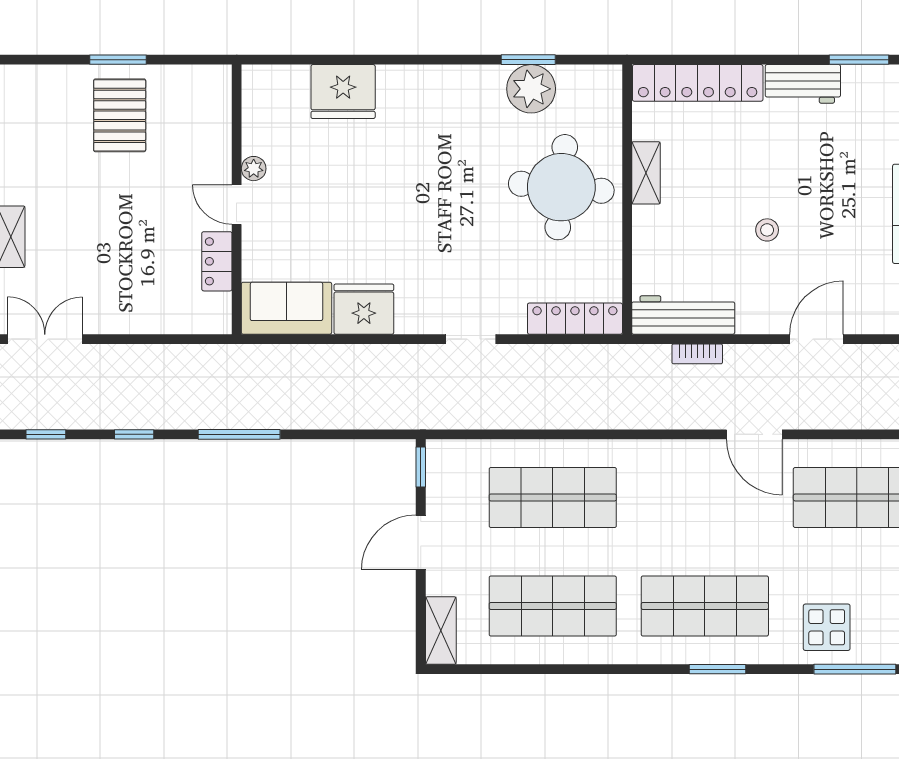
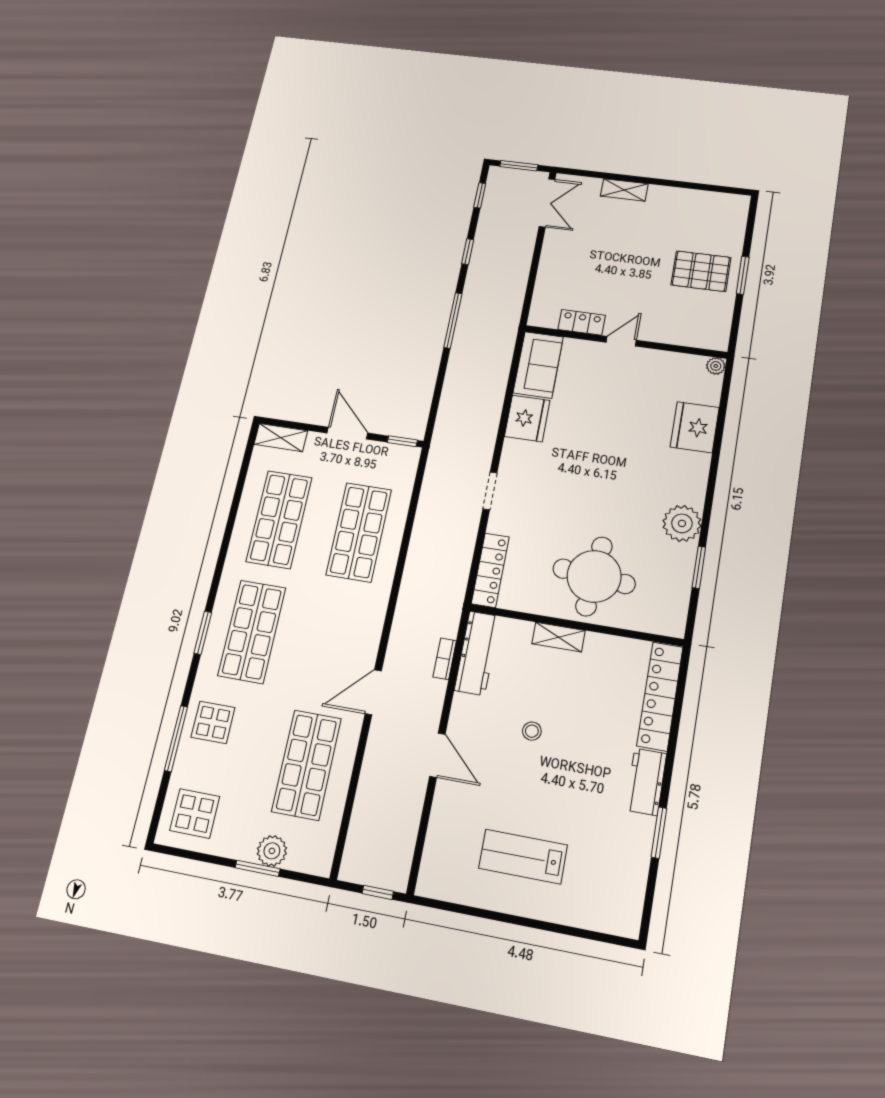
plant: (531, 89) -> (682, 523), moved
plant: (254, 169) -> (716, 366), moved
shelving: (646, 173) -> (558, 637), moved

